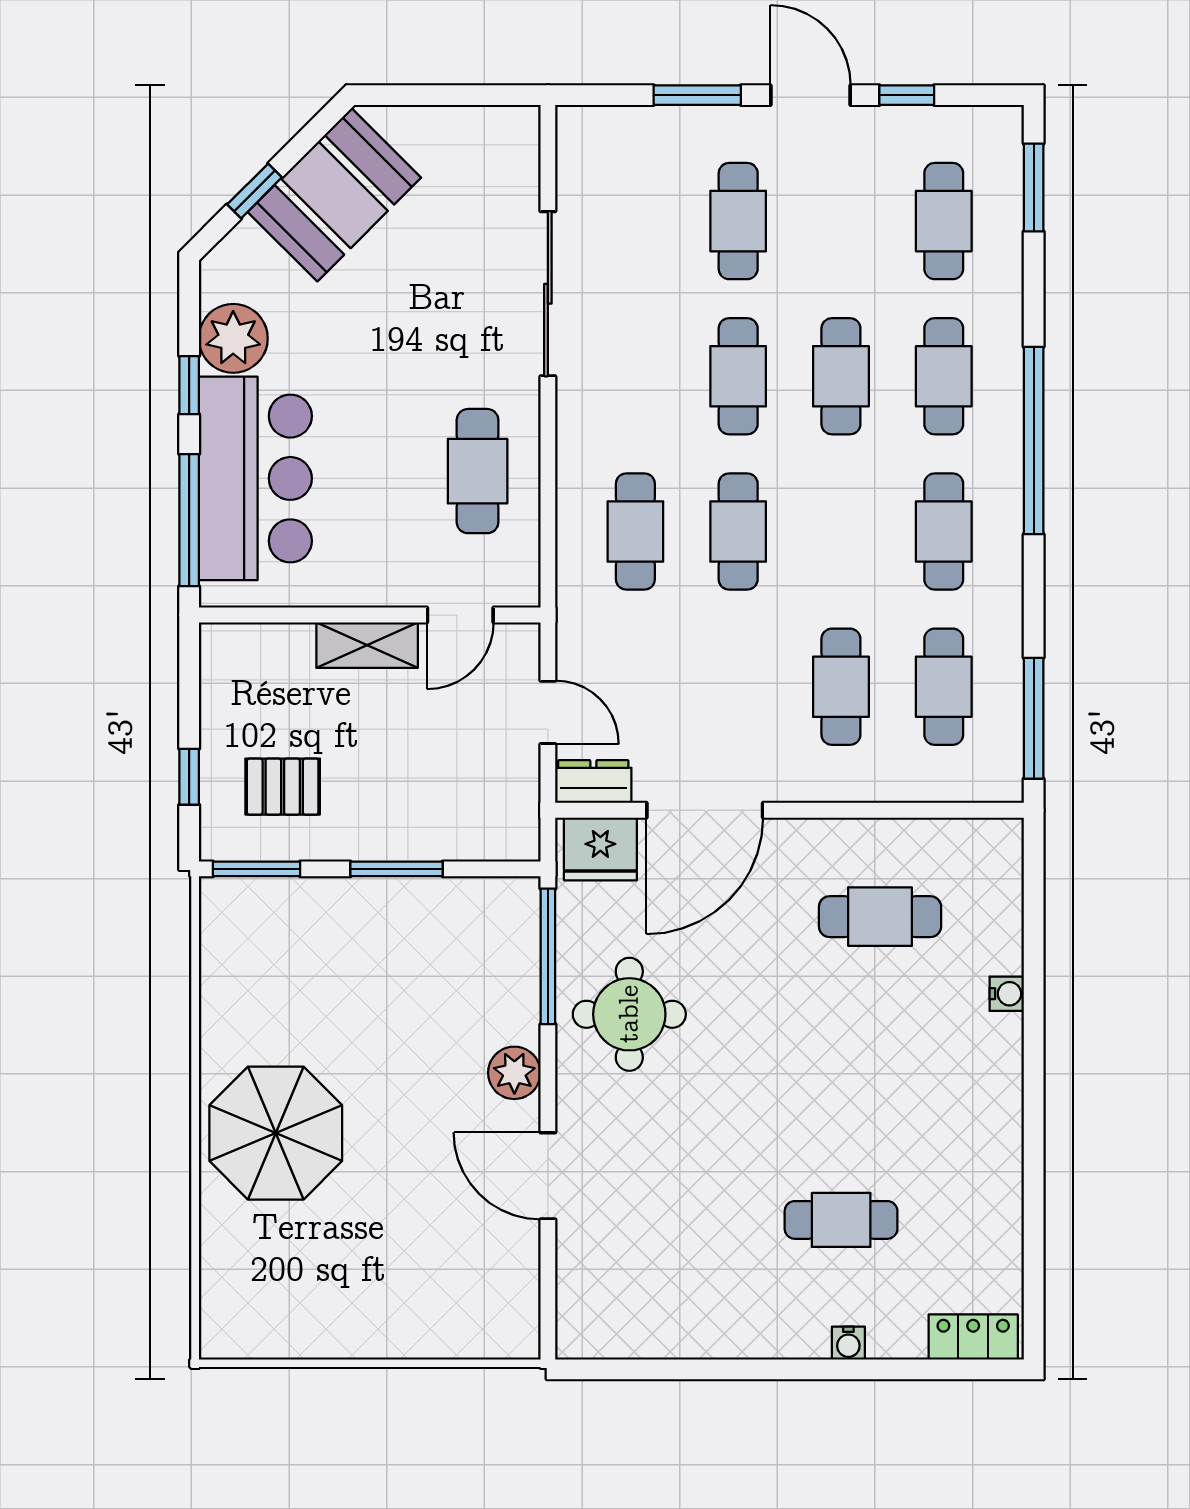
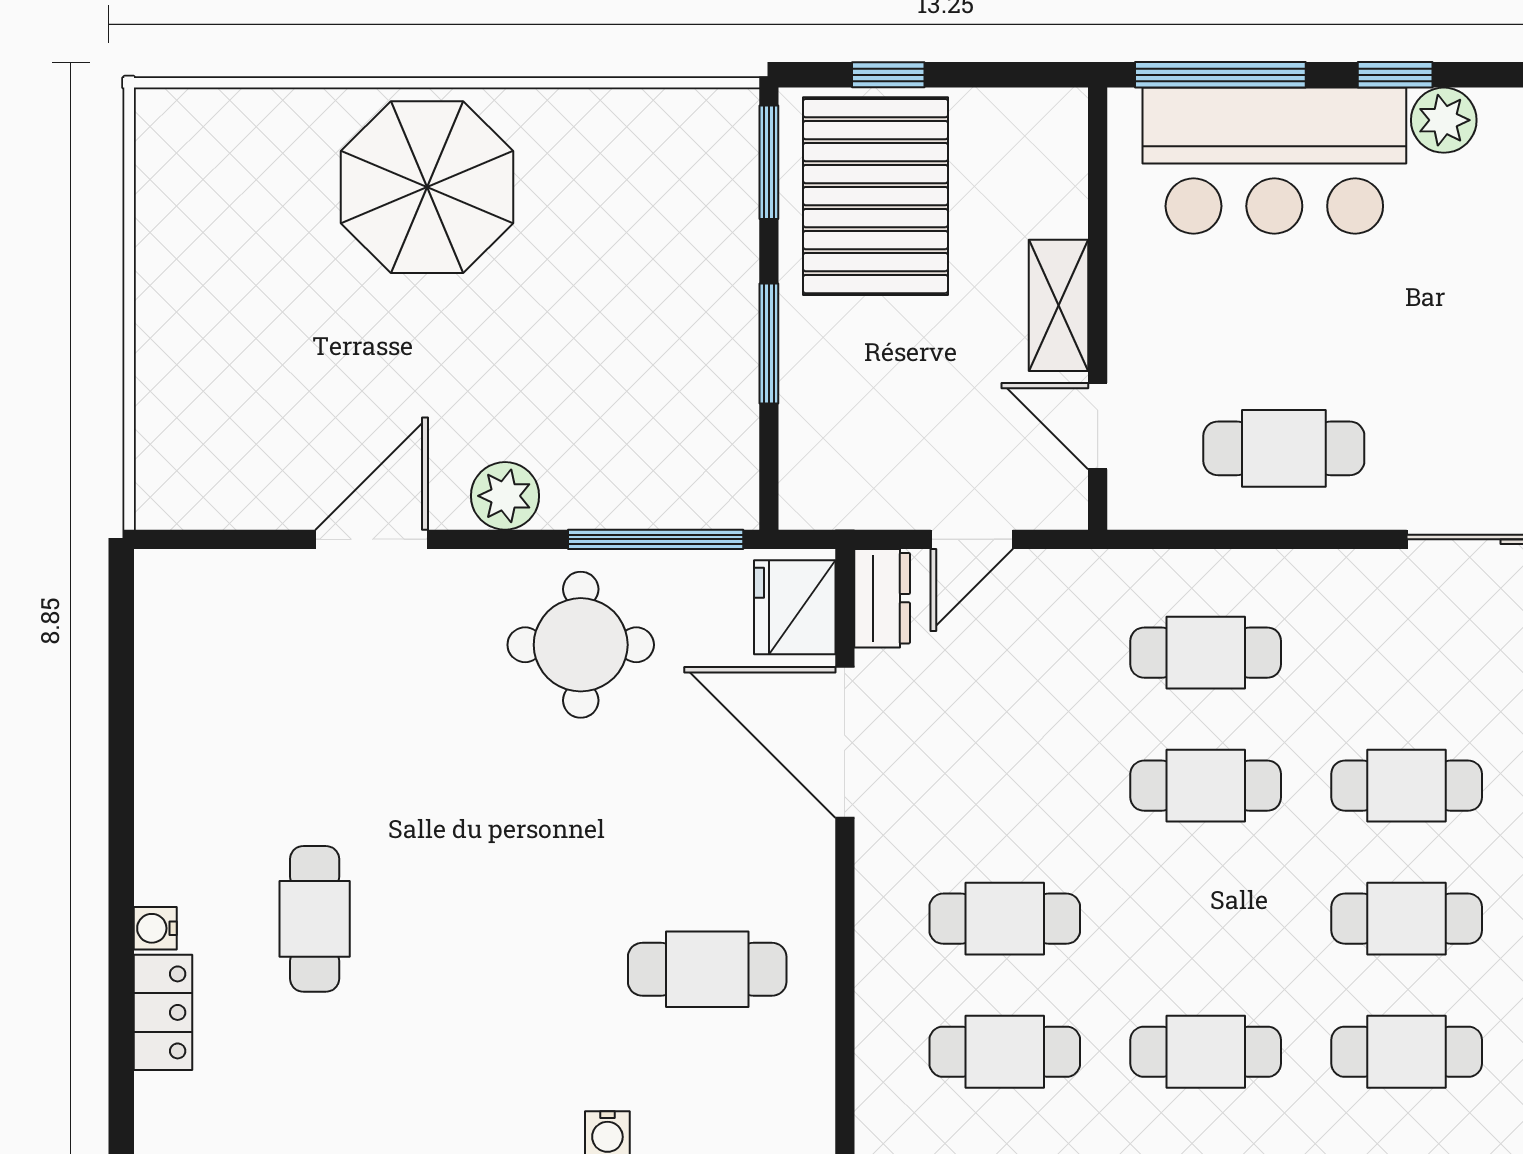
plant: (233, 338) -> (1444, 120), width x0.73, depth x0.73
pallet: (283, 787) -> (875, 196), width x2.05, depth x2.00
cafe table: (880, 917) -> (707, 969), turned 90
locker: (973, 1337) -> (163, 1012), moved

